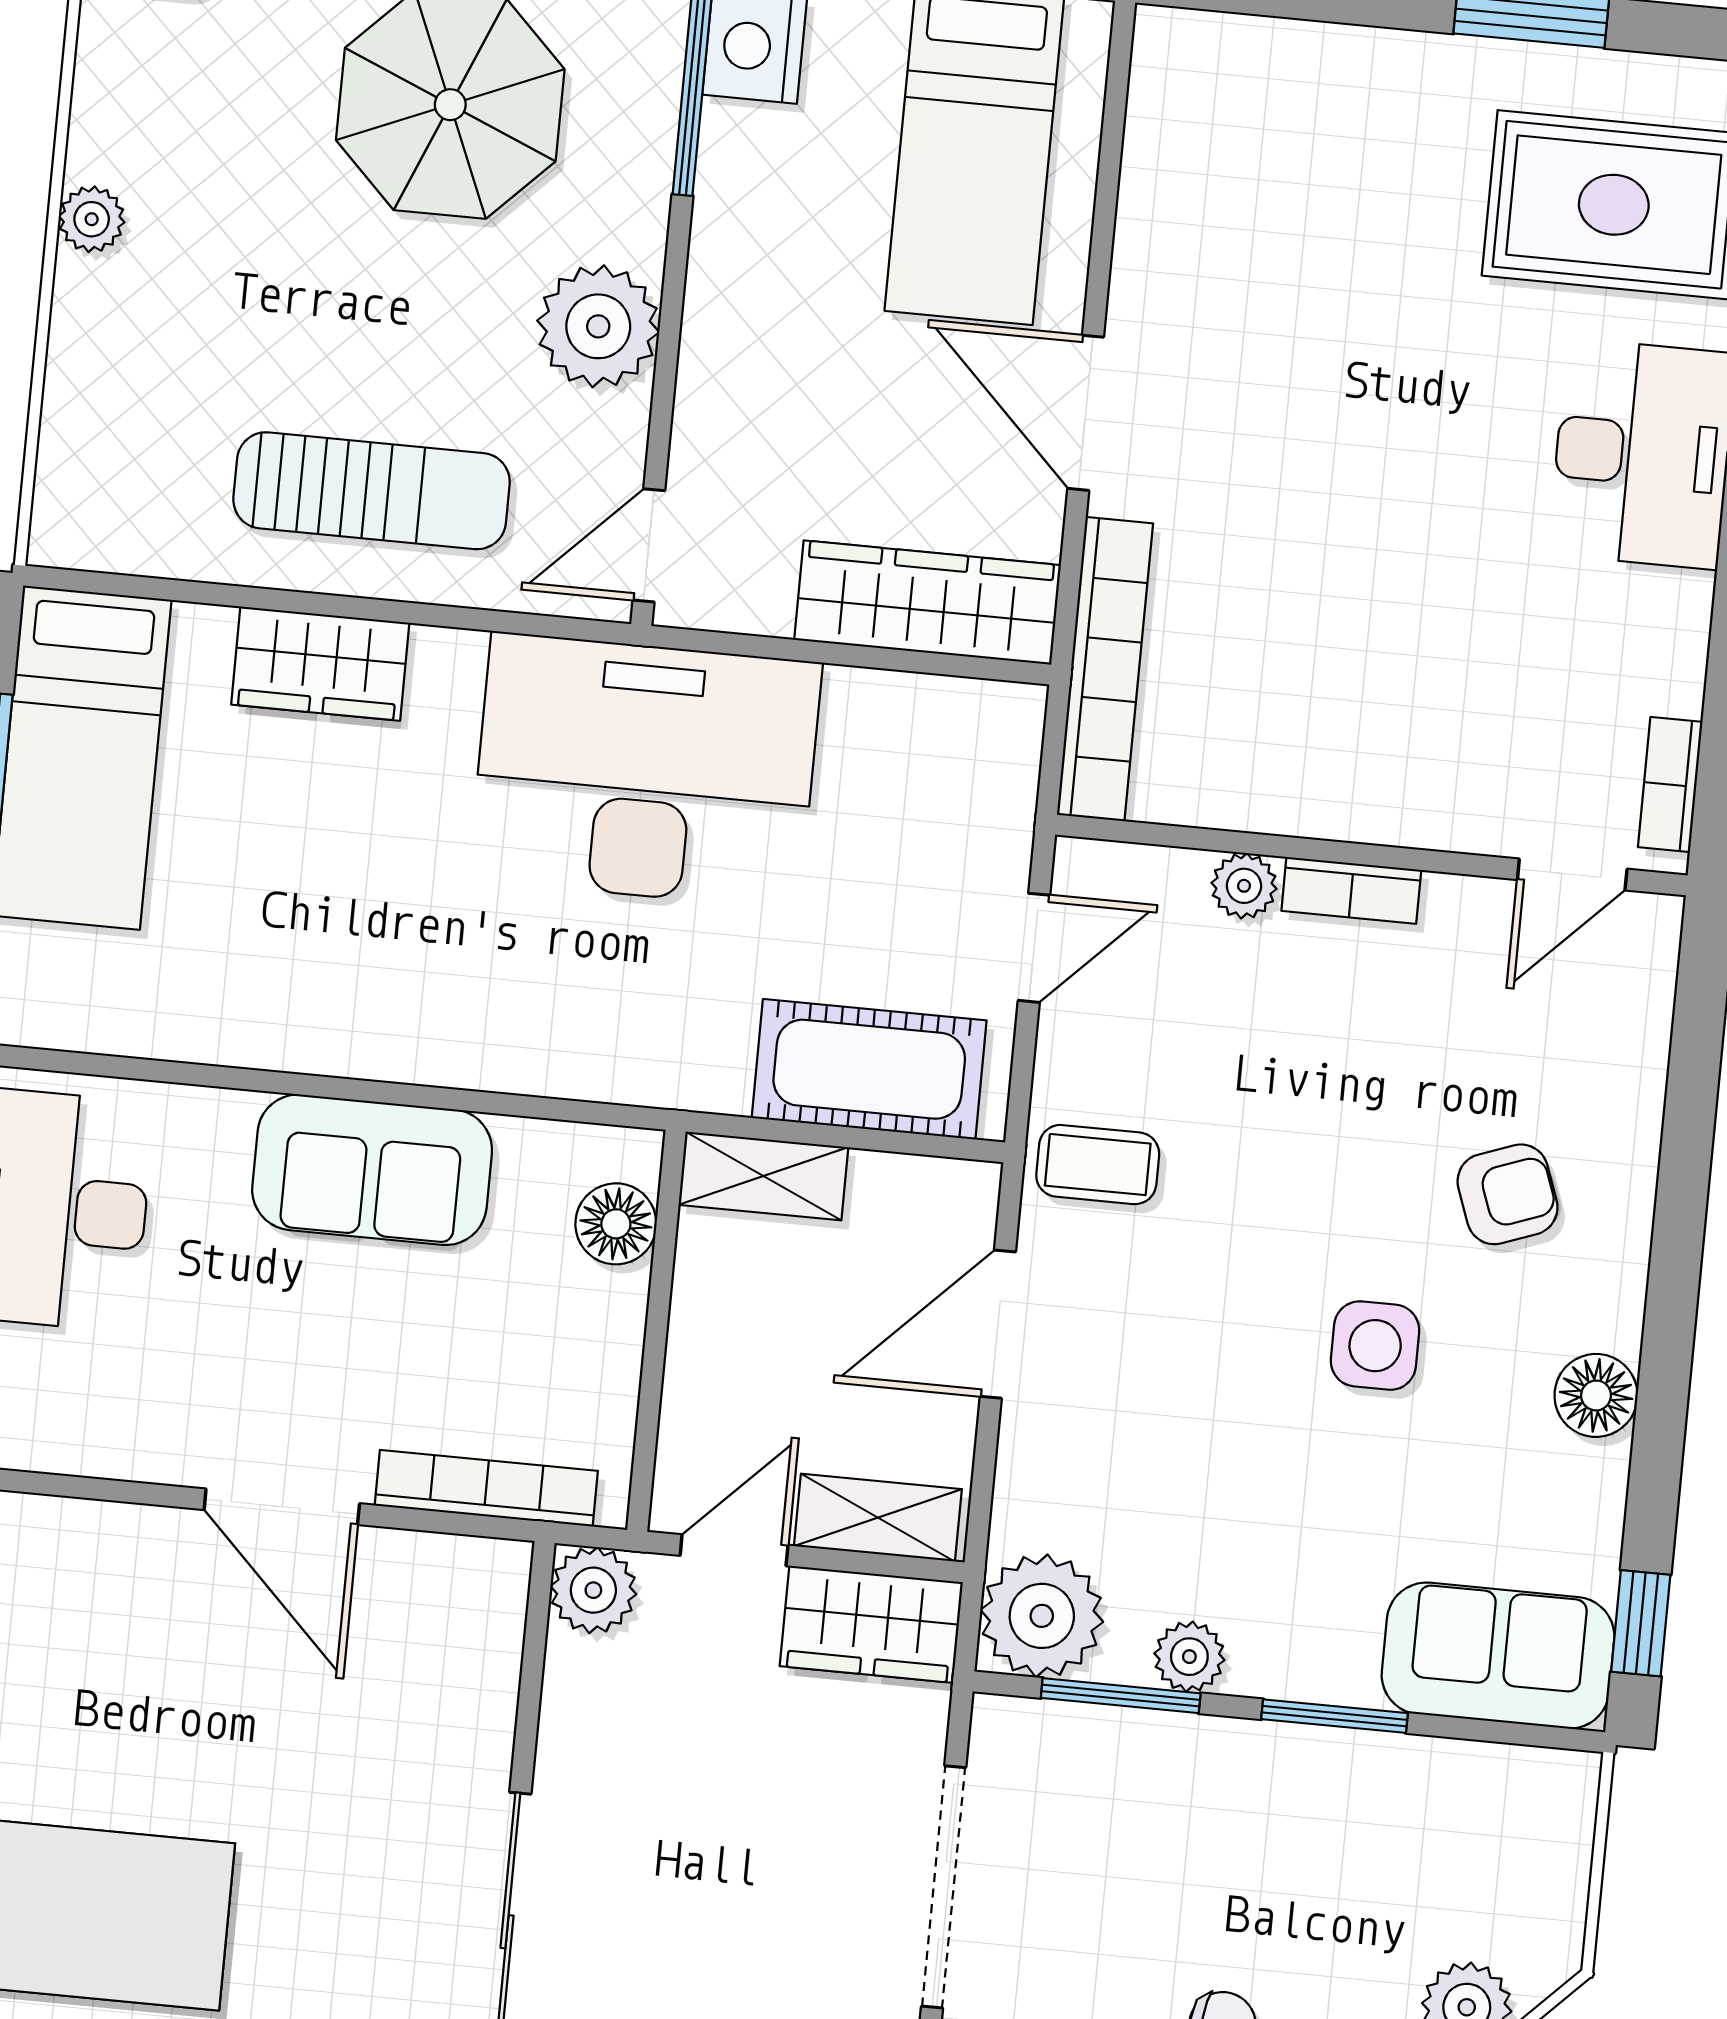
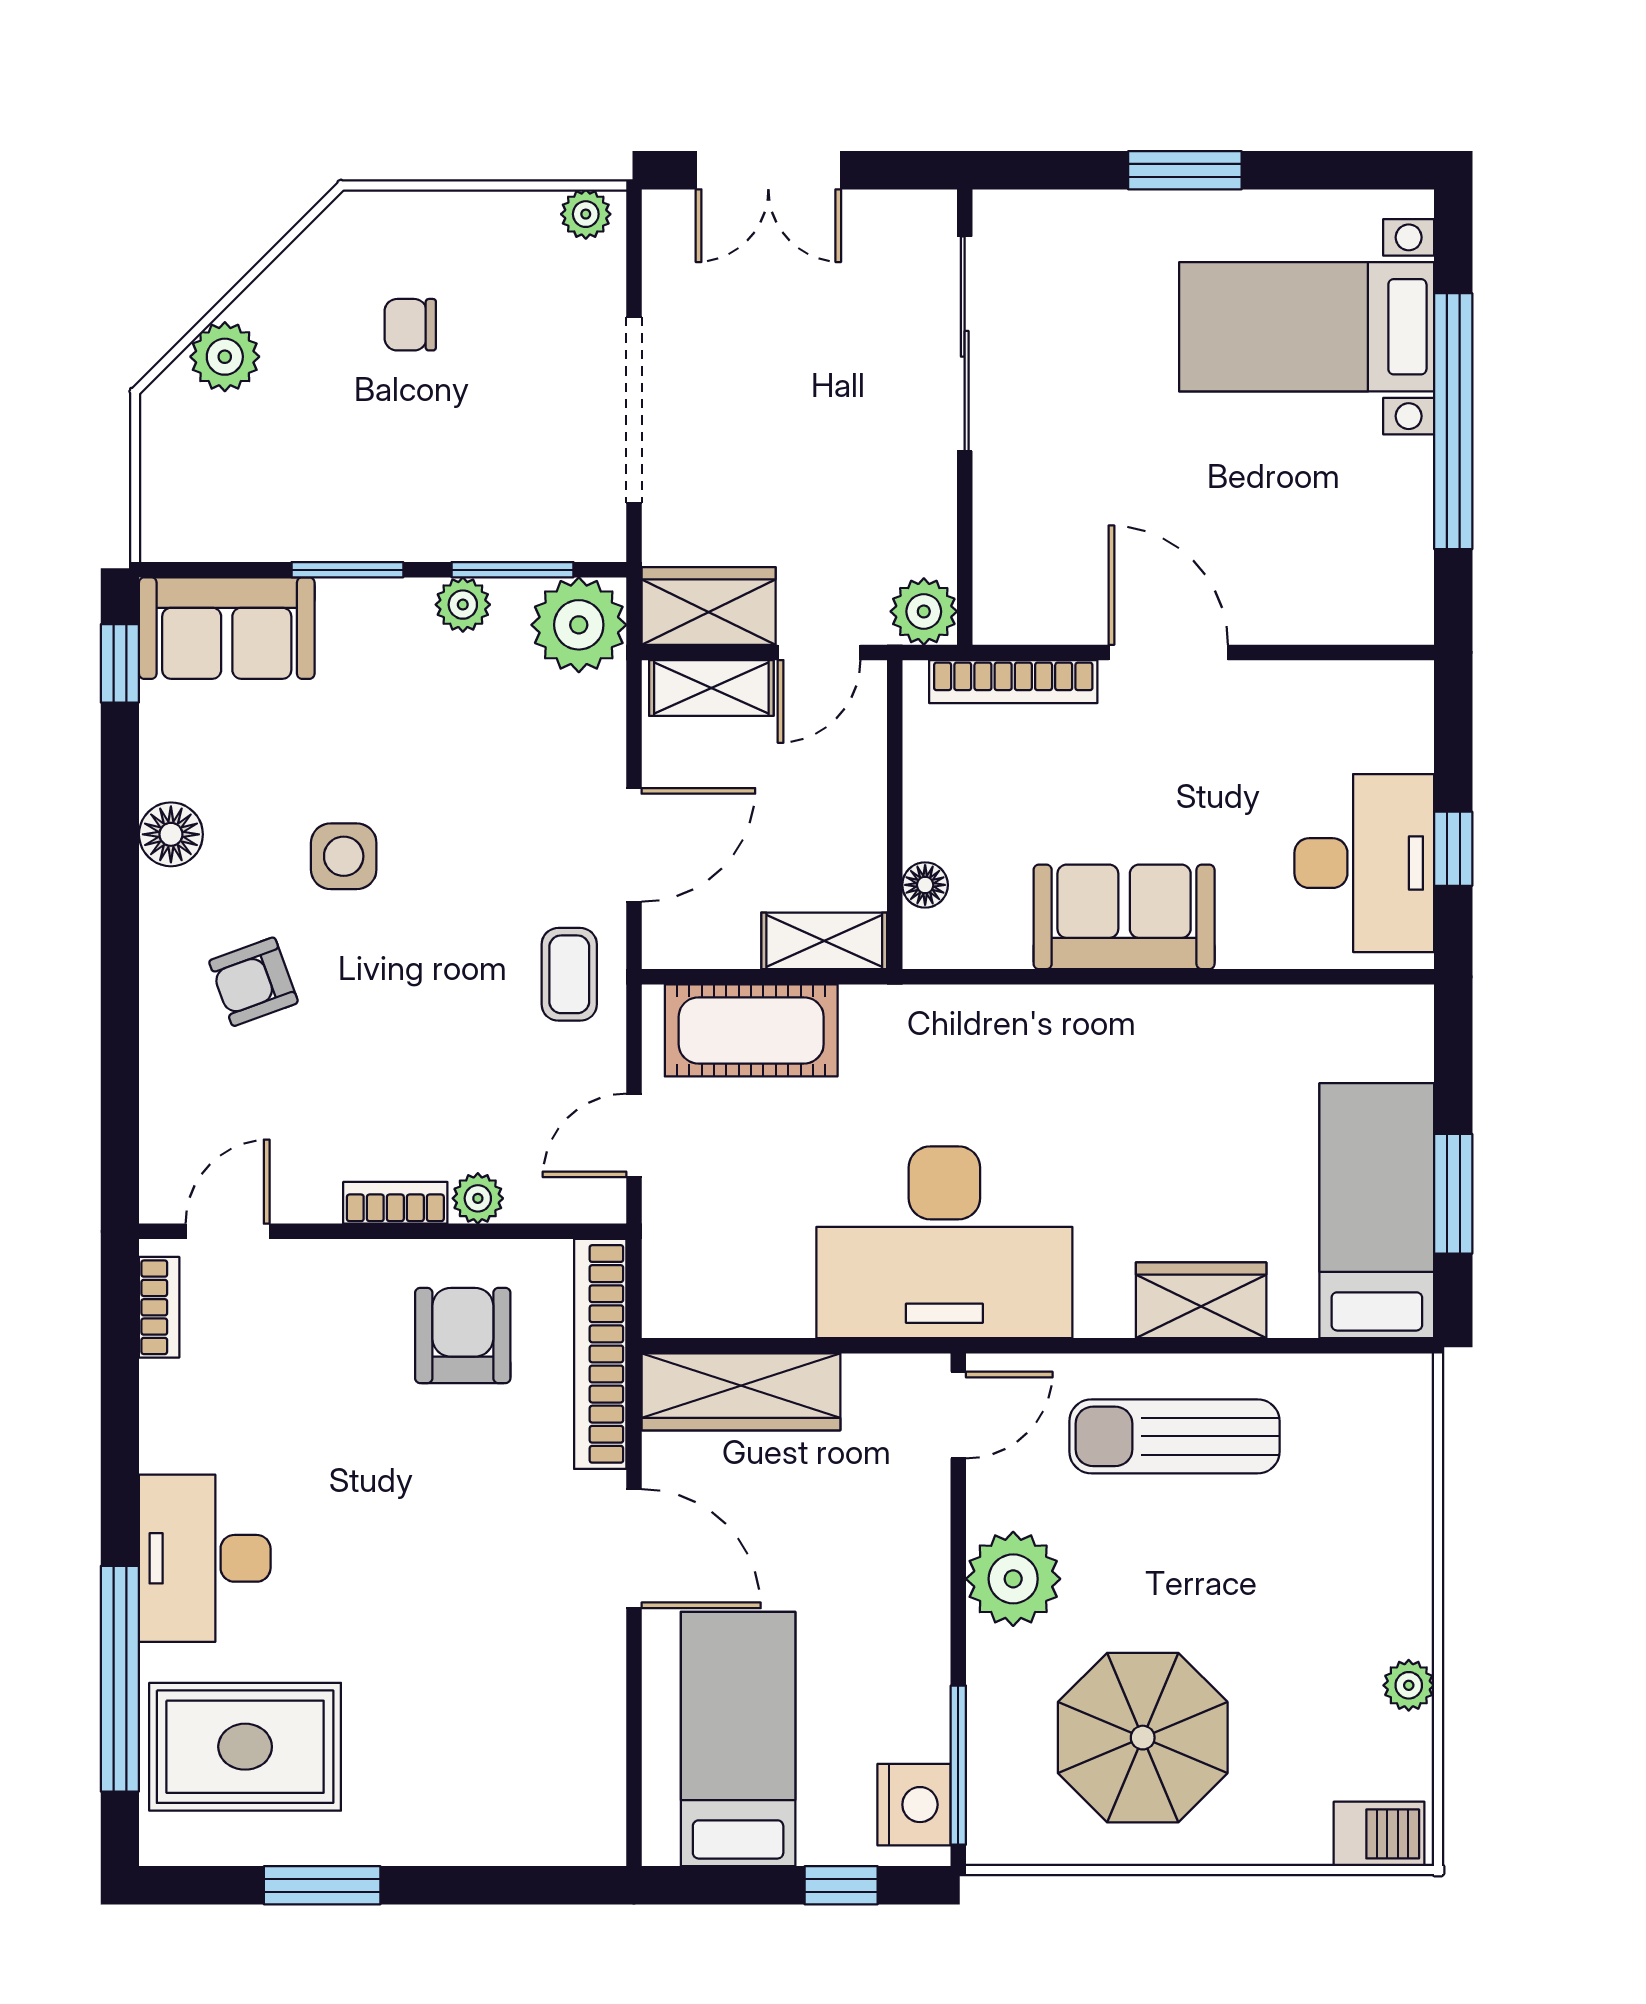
plant: (92, 219) -> (1409, 1685), moved
armchair: (1281, 710) -> (463, 1336), added
coffee table: (1098, 1165) -> (569, 974), turned 90
floor lamp: (616, 1224) -> (925, 885), width x0.73, depth x0.73

